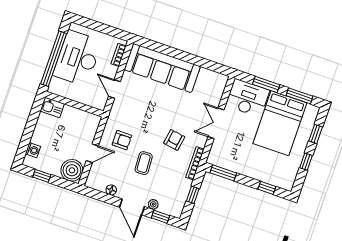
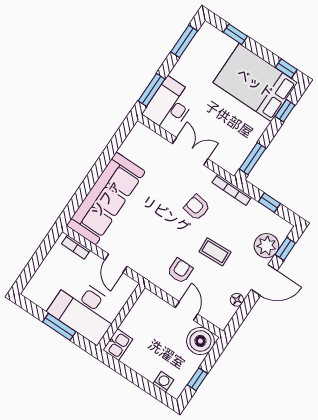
desk: (78, 58) -> (84, 310), moved
window: (54, 59) -> (59, 327), width x0.47
window: (266, 84) -> (151, 90), moved
door: (114, 89) -> (116, 263), hinge flipped
double door: (216, 123) -> (190, 151), swing flipped
bed: (280, 123) -> (255, 83), moved, turned 180
window: (306, 162) -> (286, 69), moved
plant: (153, 204) -> (266, 246), width x1.88, depth x1.88

